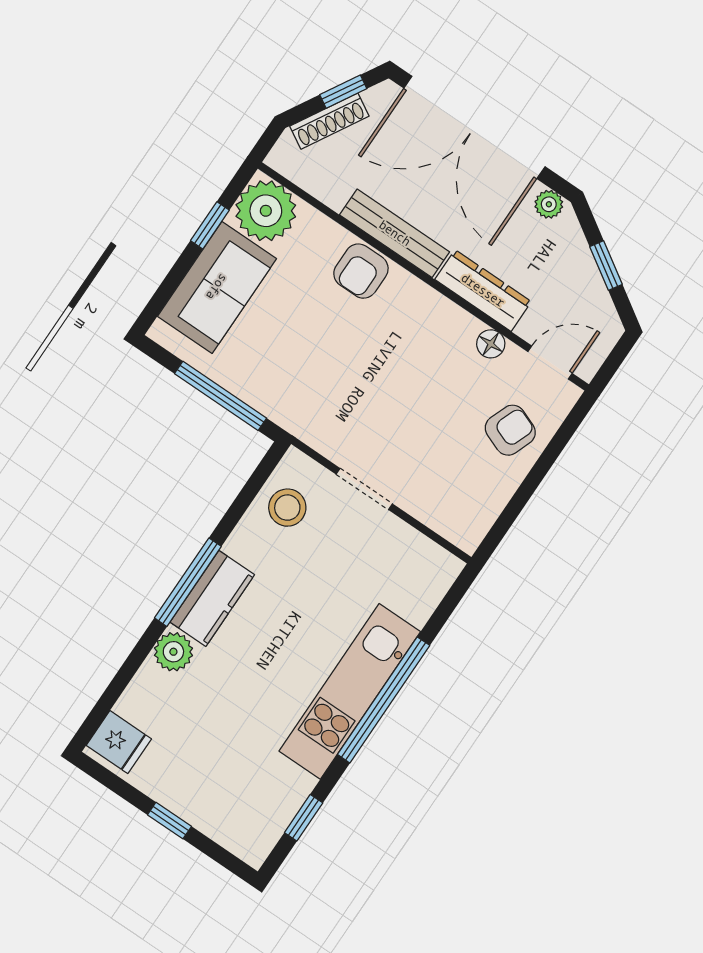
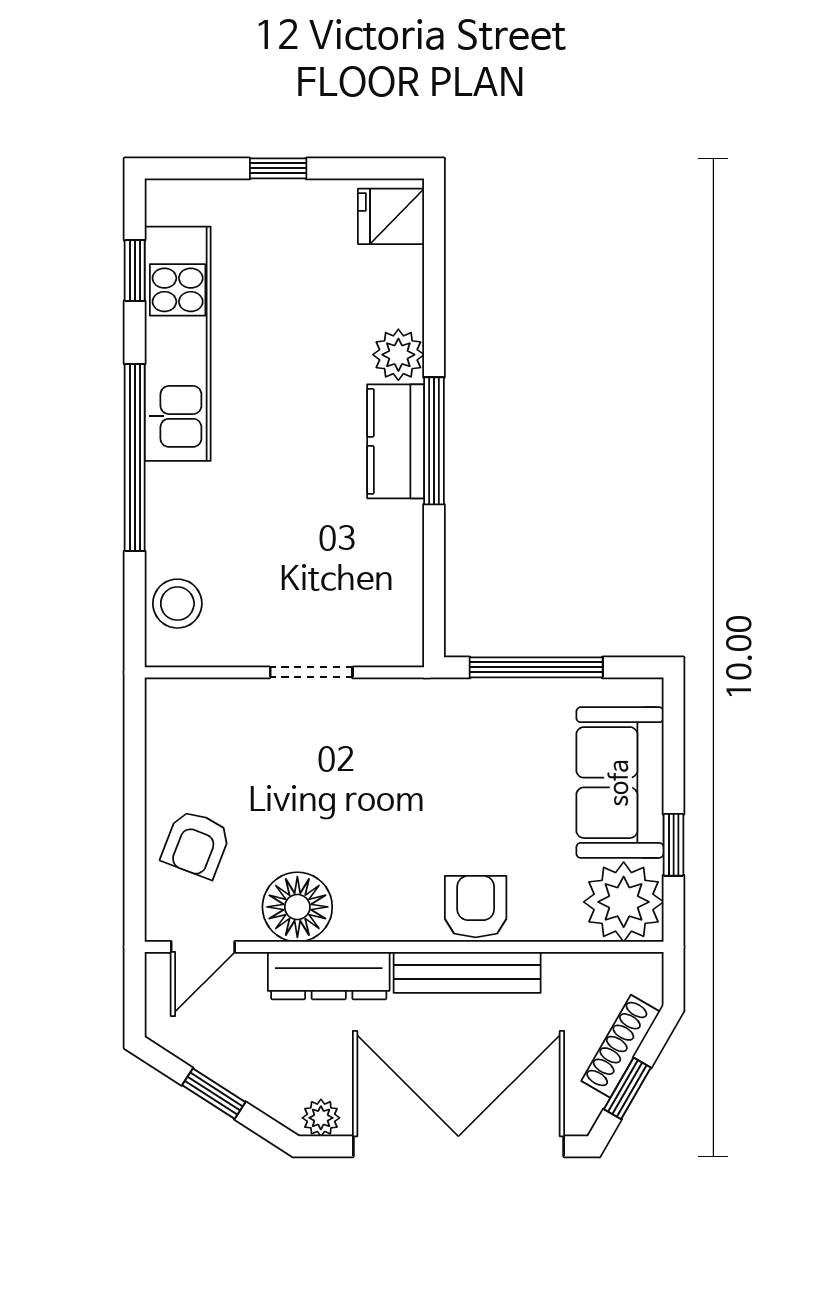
floor lamp: (491, 344) -> (297, 907), width x1.89, depth x1.89
stool: (287, 508) -> (177, 604), moved
kitchen unit: (350, 691) -> (178, 344), moved

